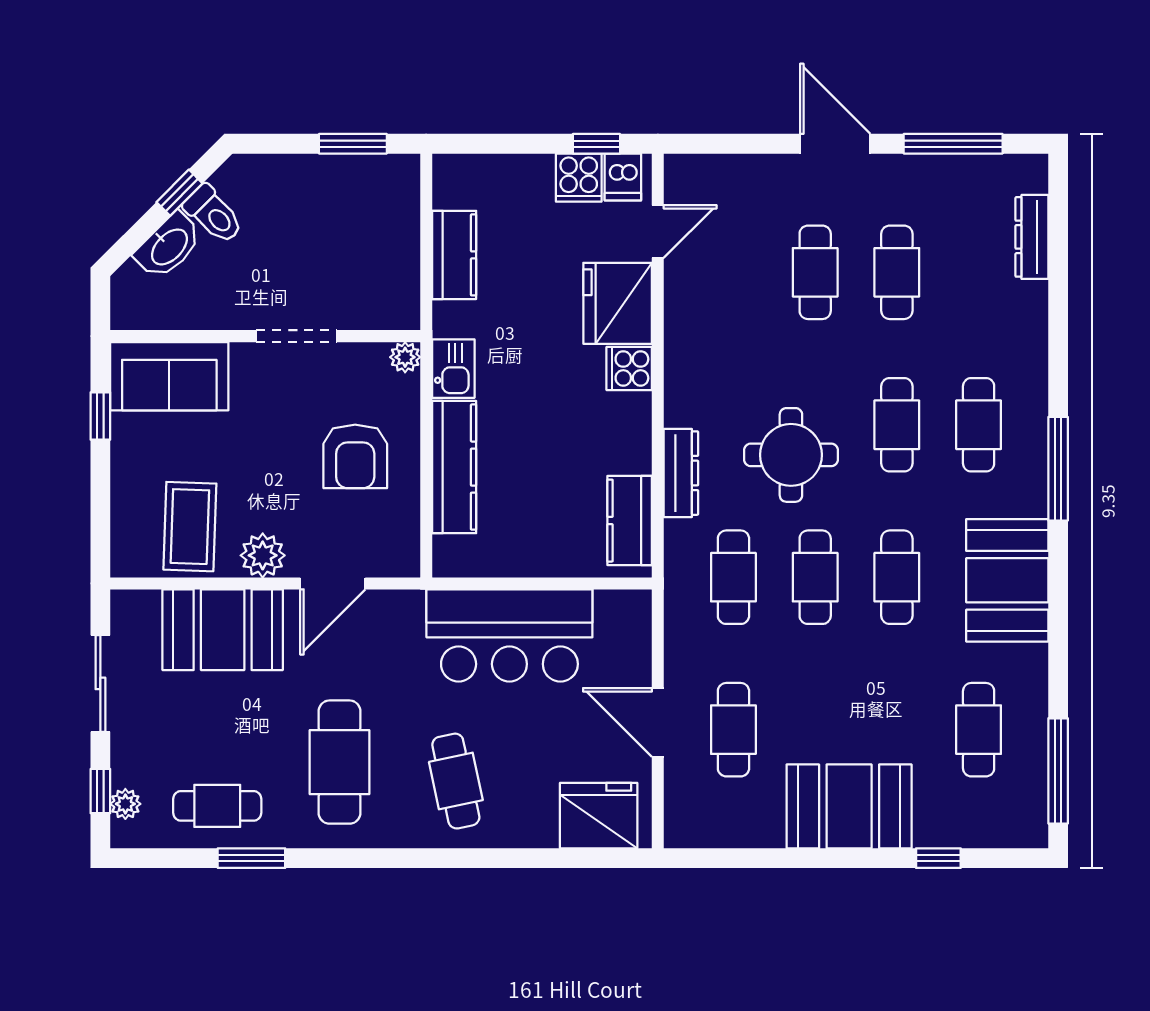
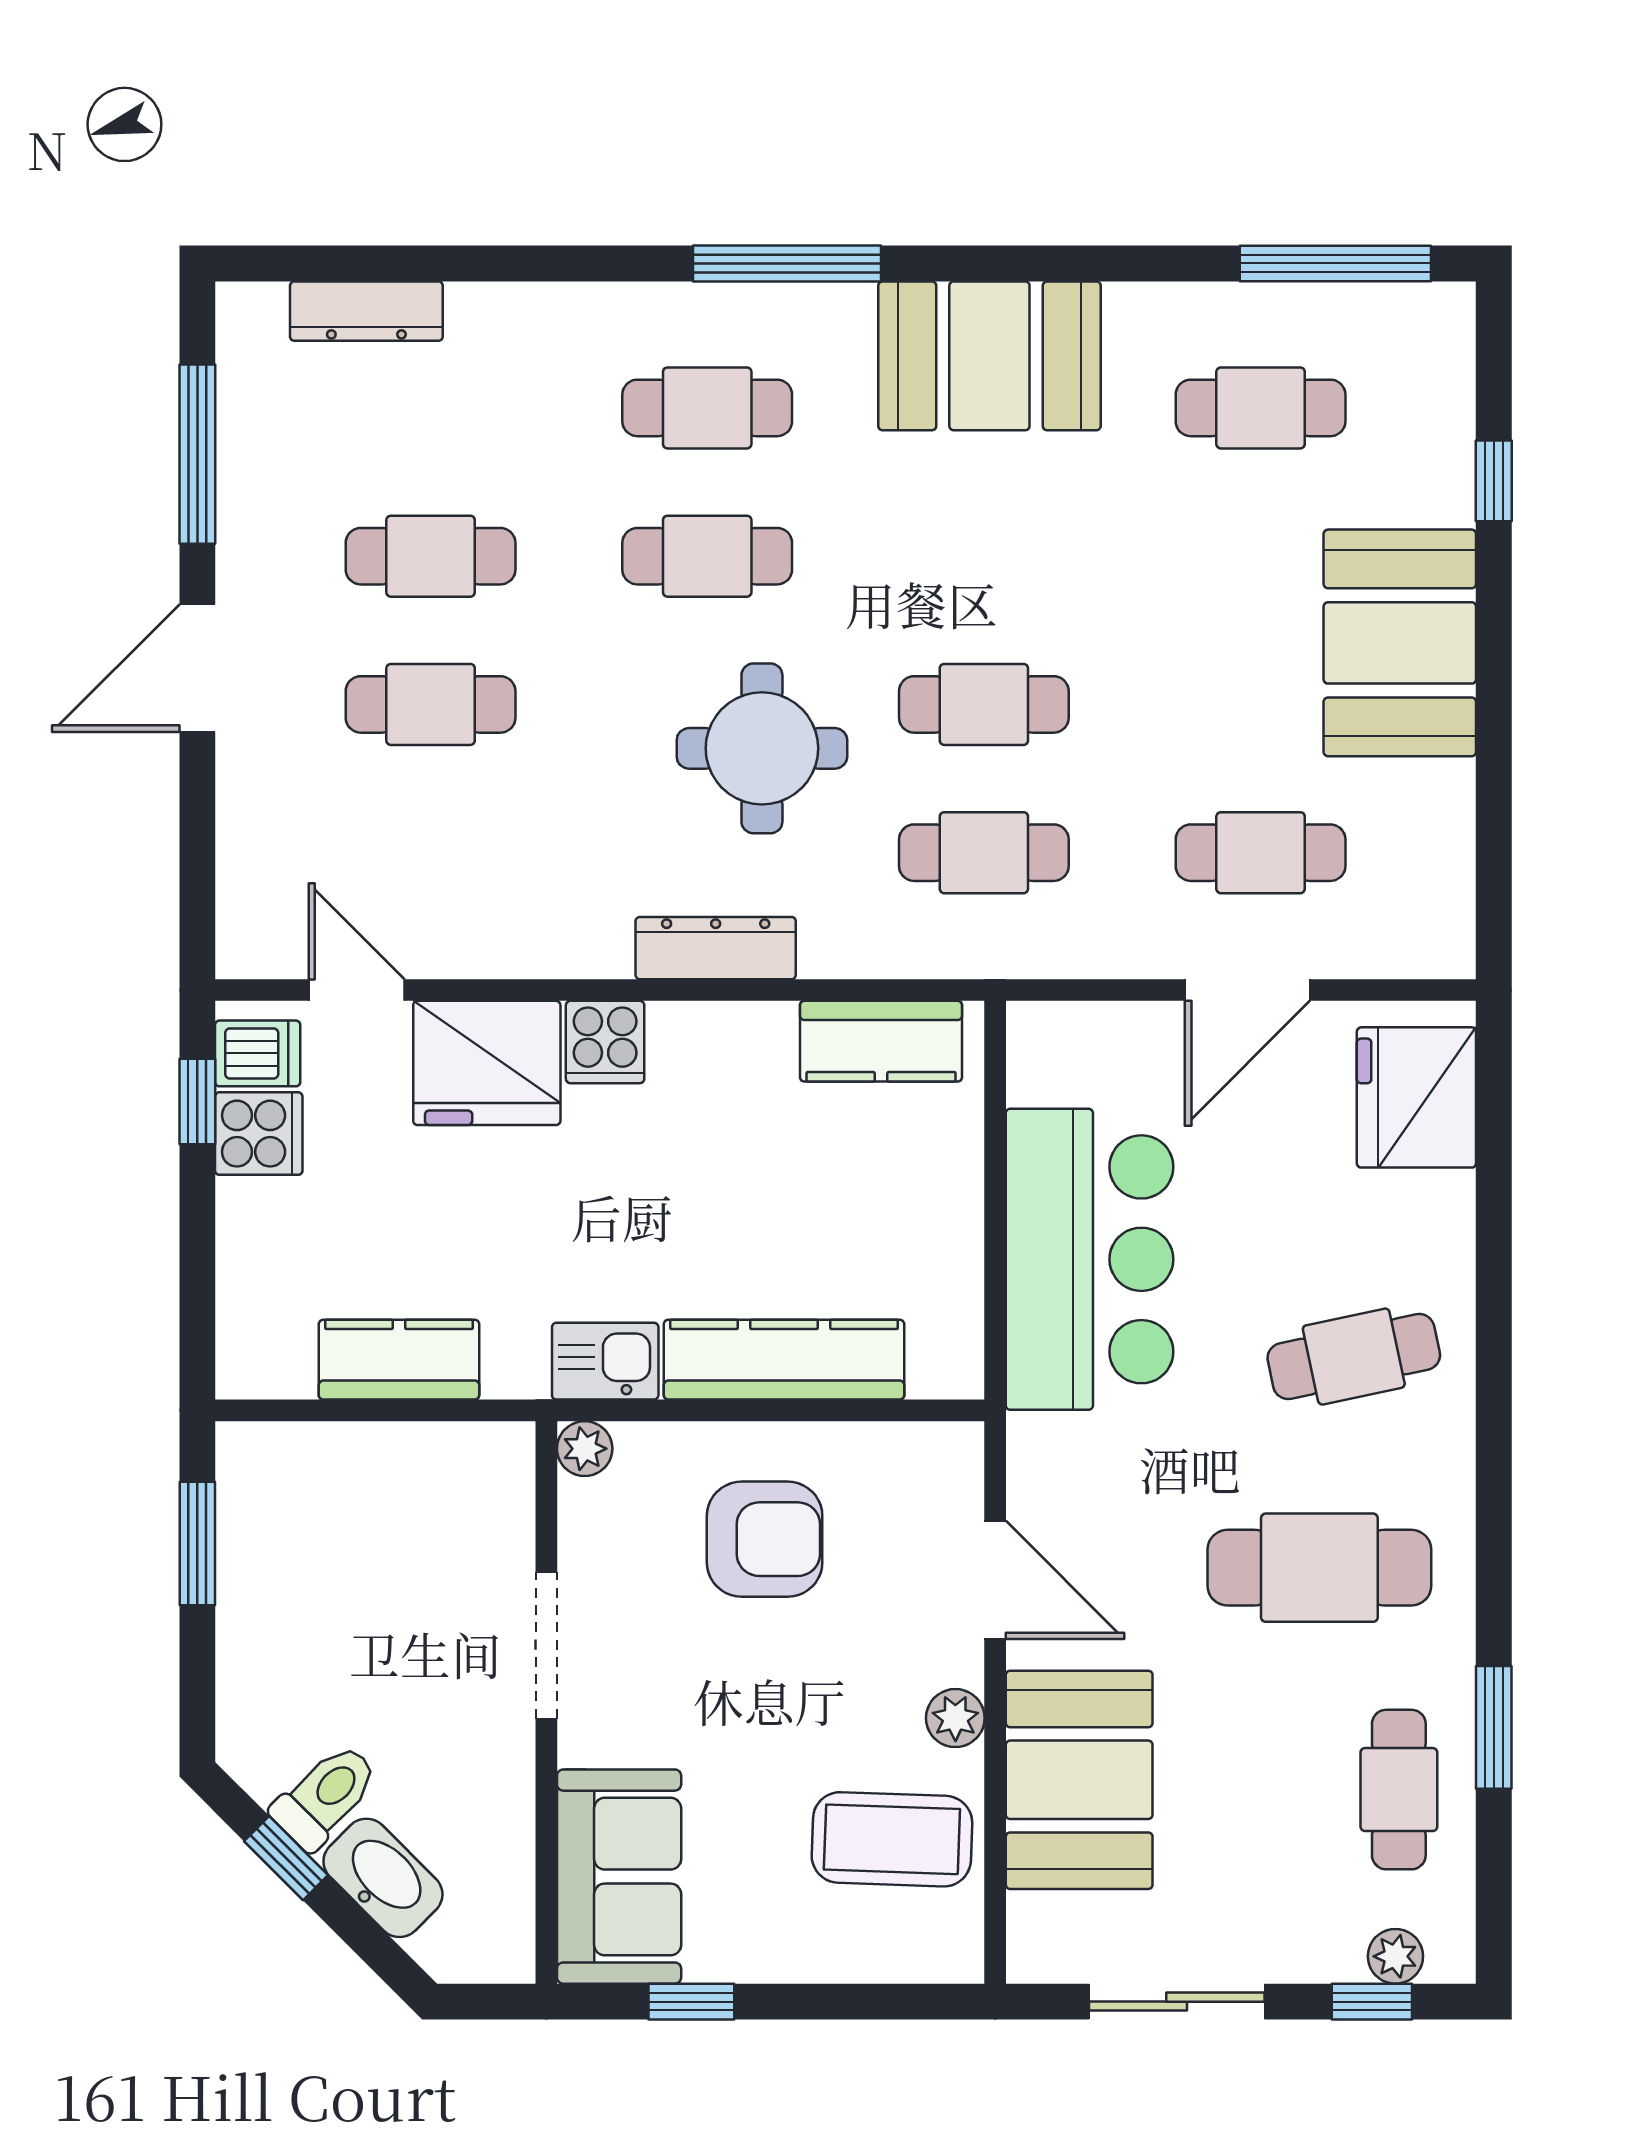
dresser: (681, 473) -> (716, 948), moved
plant: (263, 555) -> (955, 1718), width x0.73, depth x0.73
cafe table: (897, 577) -> (984, 556), removed

